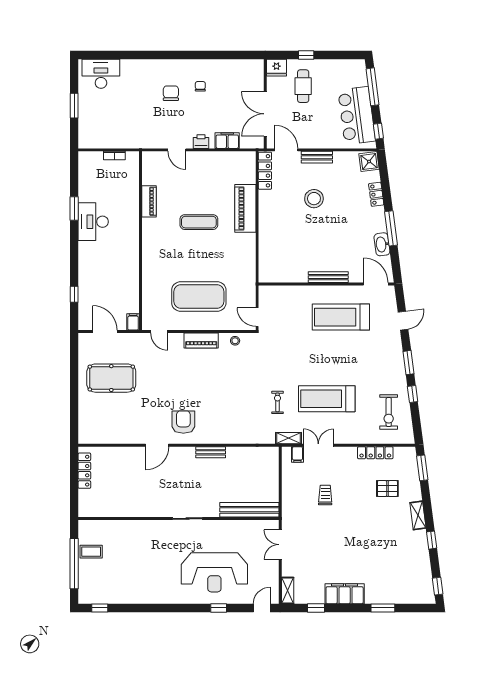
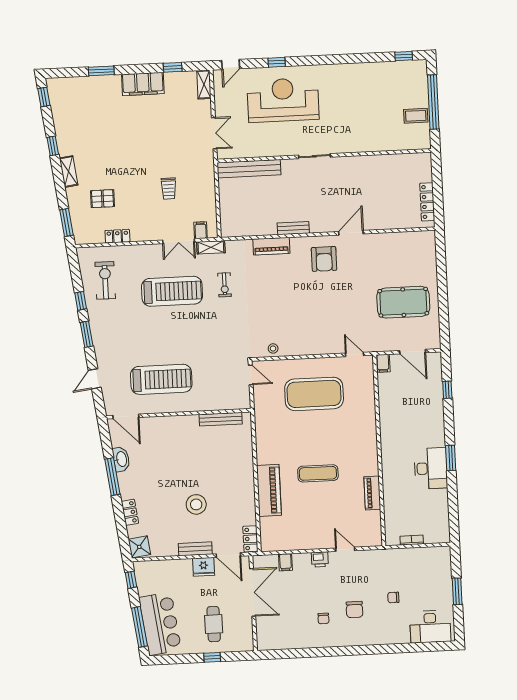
fridge: (276, 68) -> (204, 567), moved, turned 180
chair: (134, 103) -> (393, 597), added
bar counter: (357, 116) -> (160, 624), moved
filing cabinet: (227, 141) -> (285, 562), width x0.50
locker: (265, 171) -> (250, 539), width x0.66
window: (74, 209) -> (451, 458), moved
bench: (328, 277) -> (221, 419), moved
piano: (201, 340) -> (271, 246), moved, turned 180
locker: (375, 453) -> (117, 236), width x0.66

